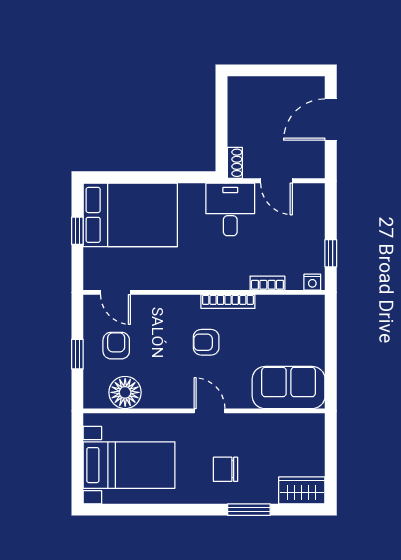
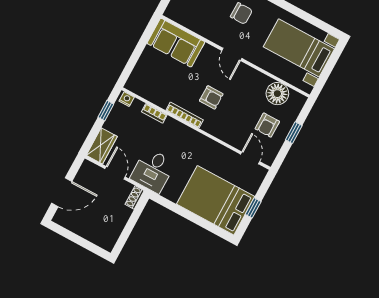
wardrobe: (312, 206) -> (102, 146), added

